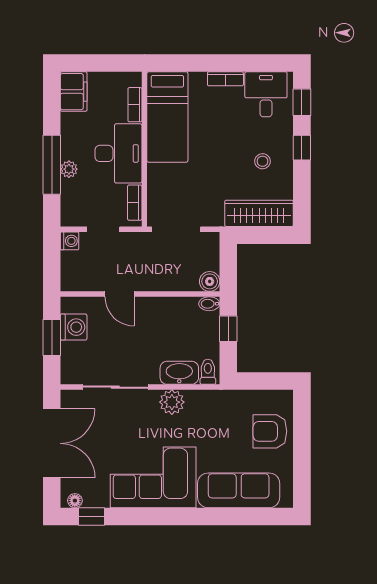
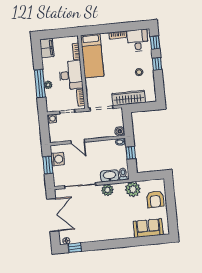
wardrobe: (259, 213) -> (129, 98), moved
plant: (225, 406) -> (133, 189), added
armchair: (270, 431) -> (155, 199), turned -91
corner sofa: (153, 477) -> (102, 226), removed
sofa: (239, 490) -> (148, 228), width x0.73

